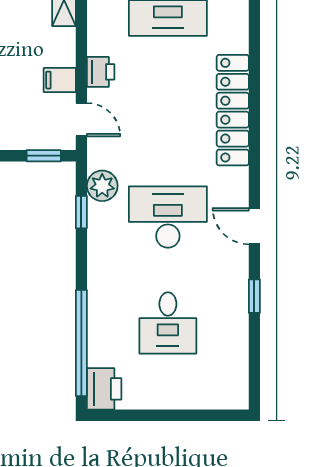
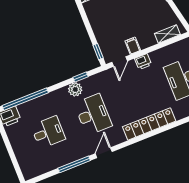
plant: (102, 186) -> (75, 89), moved
window: (254, 296) -> (74, 164), width x2.17
desk: (168, 323) -> (48, 132), turned 180

